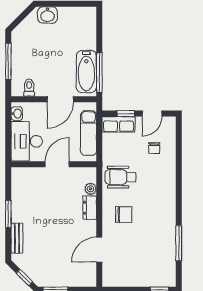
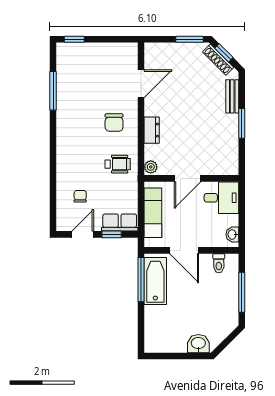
door: (60, 99) -> (184, 250), swing flipped
desk: (27, 141) -> (221, 198), width x0.73
wheelchair: (120, 177) -> (118, 164), width x0.73, depth x0.73
plant: (91, 189) -> (151, 167), moved
chair: (124, 215) -> (114, 123), turned -90
shoe rack: (30, 271) -> (218, 60), added

